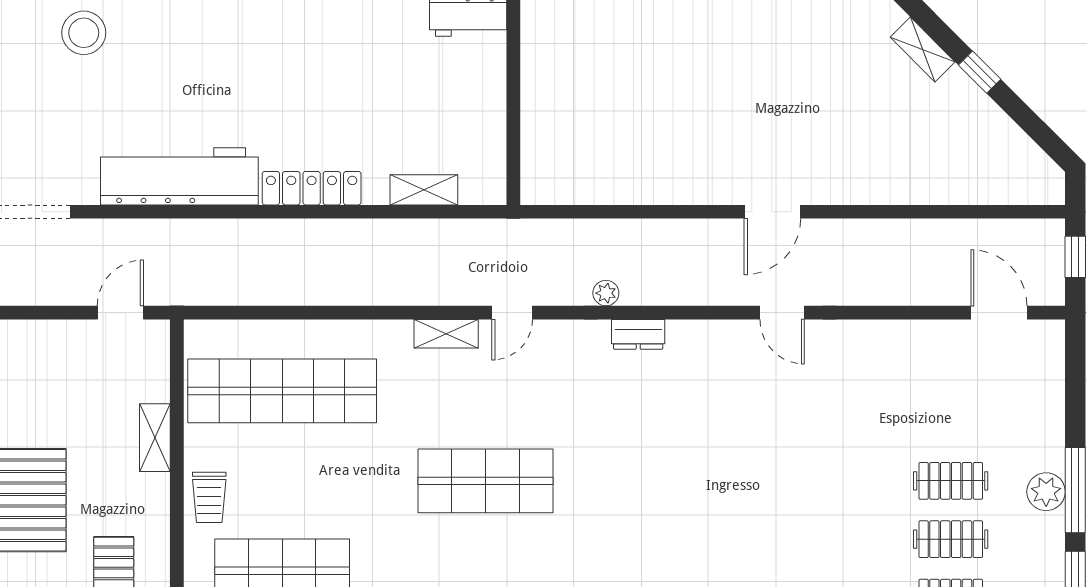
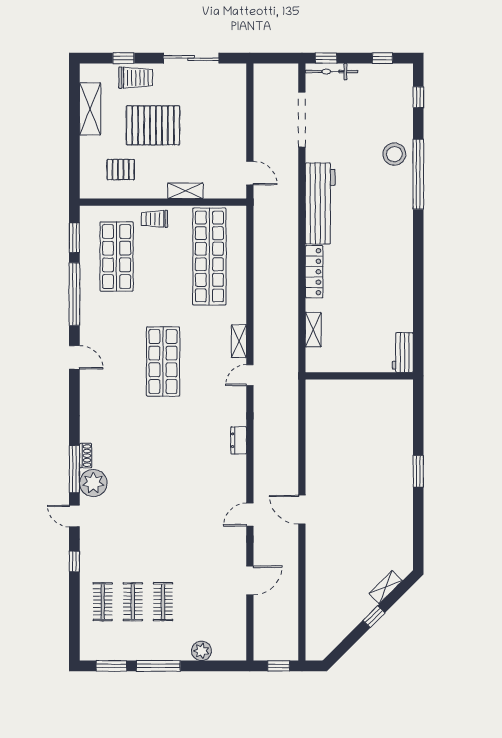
plant: (606, 293) -> (260, 424), removed
door: (512, 313) -> (250, 375), hinge flipped
door: (999, 313) -> (250, 580), moved
plant: (1046, 492) -> (202, 651), moved

